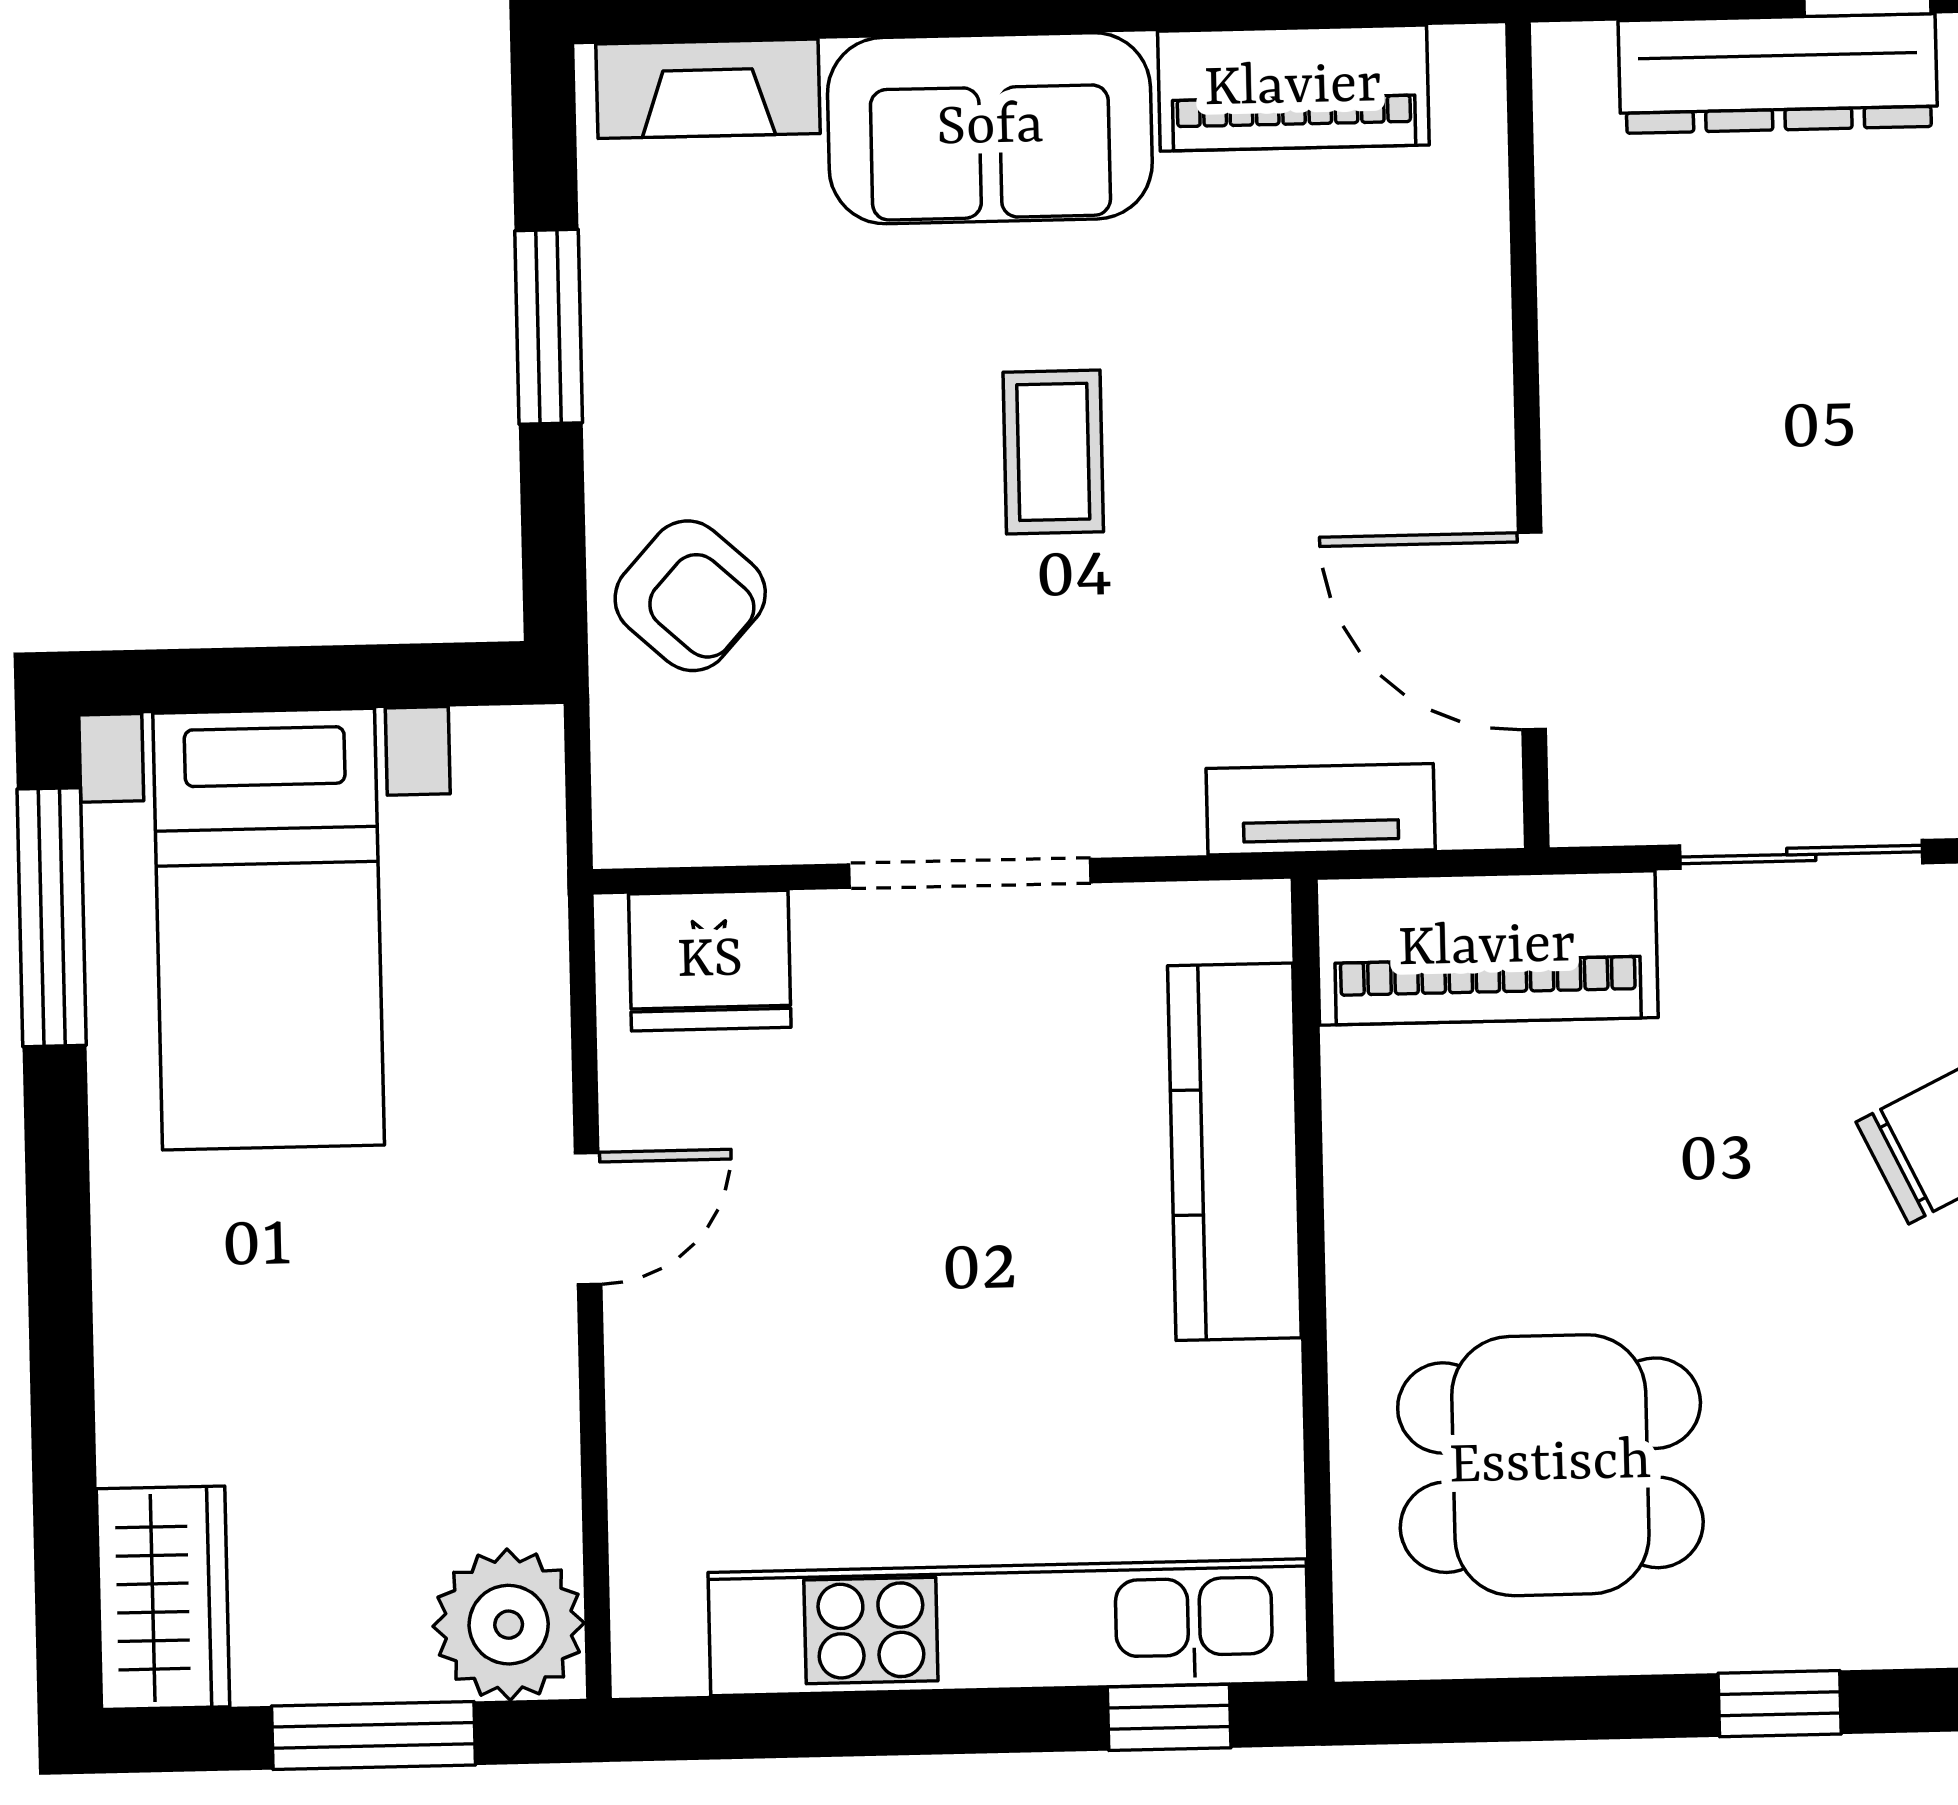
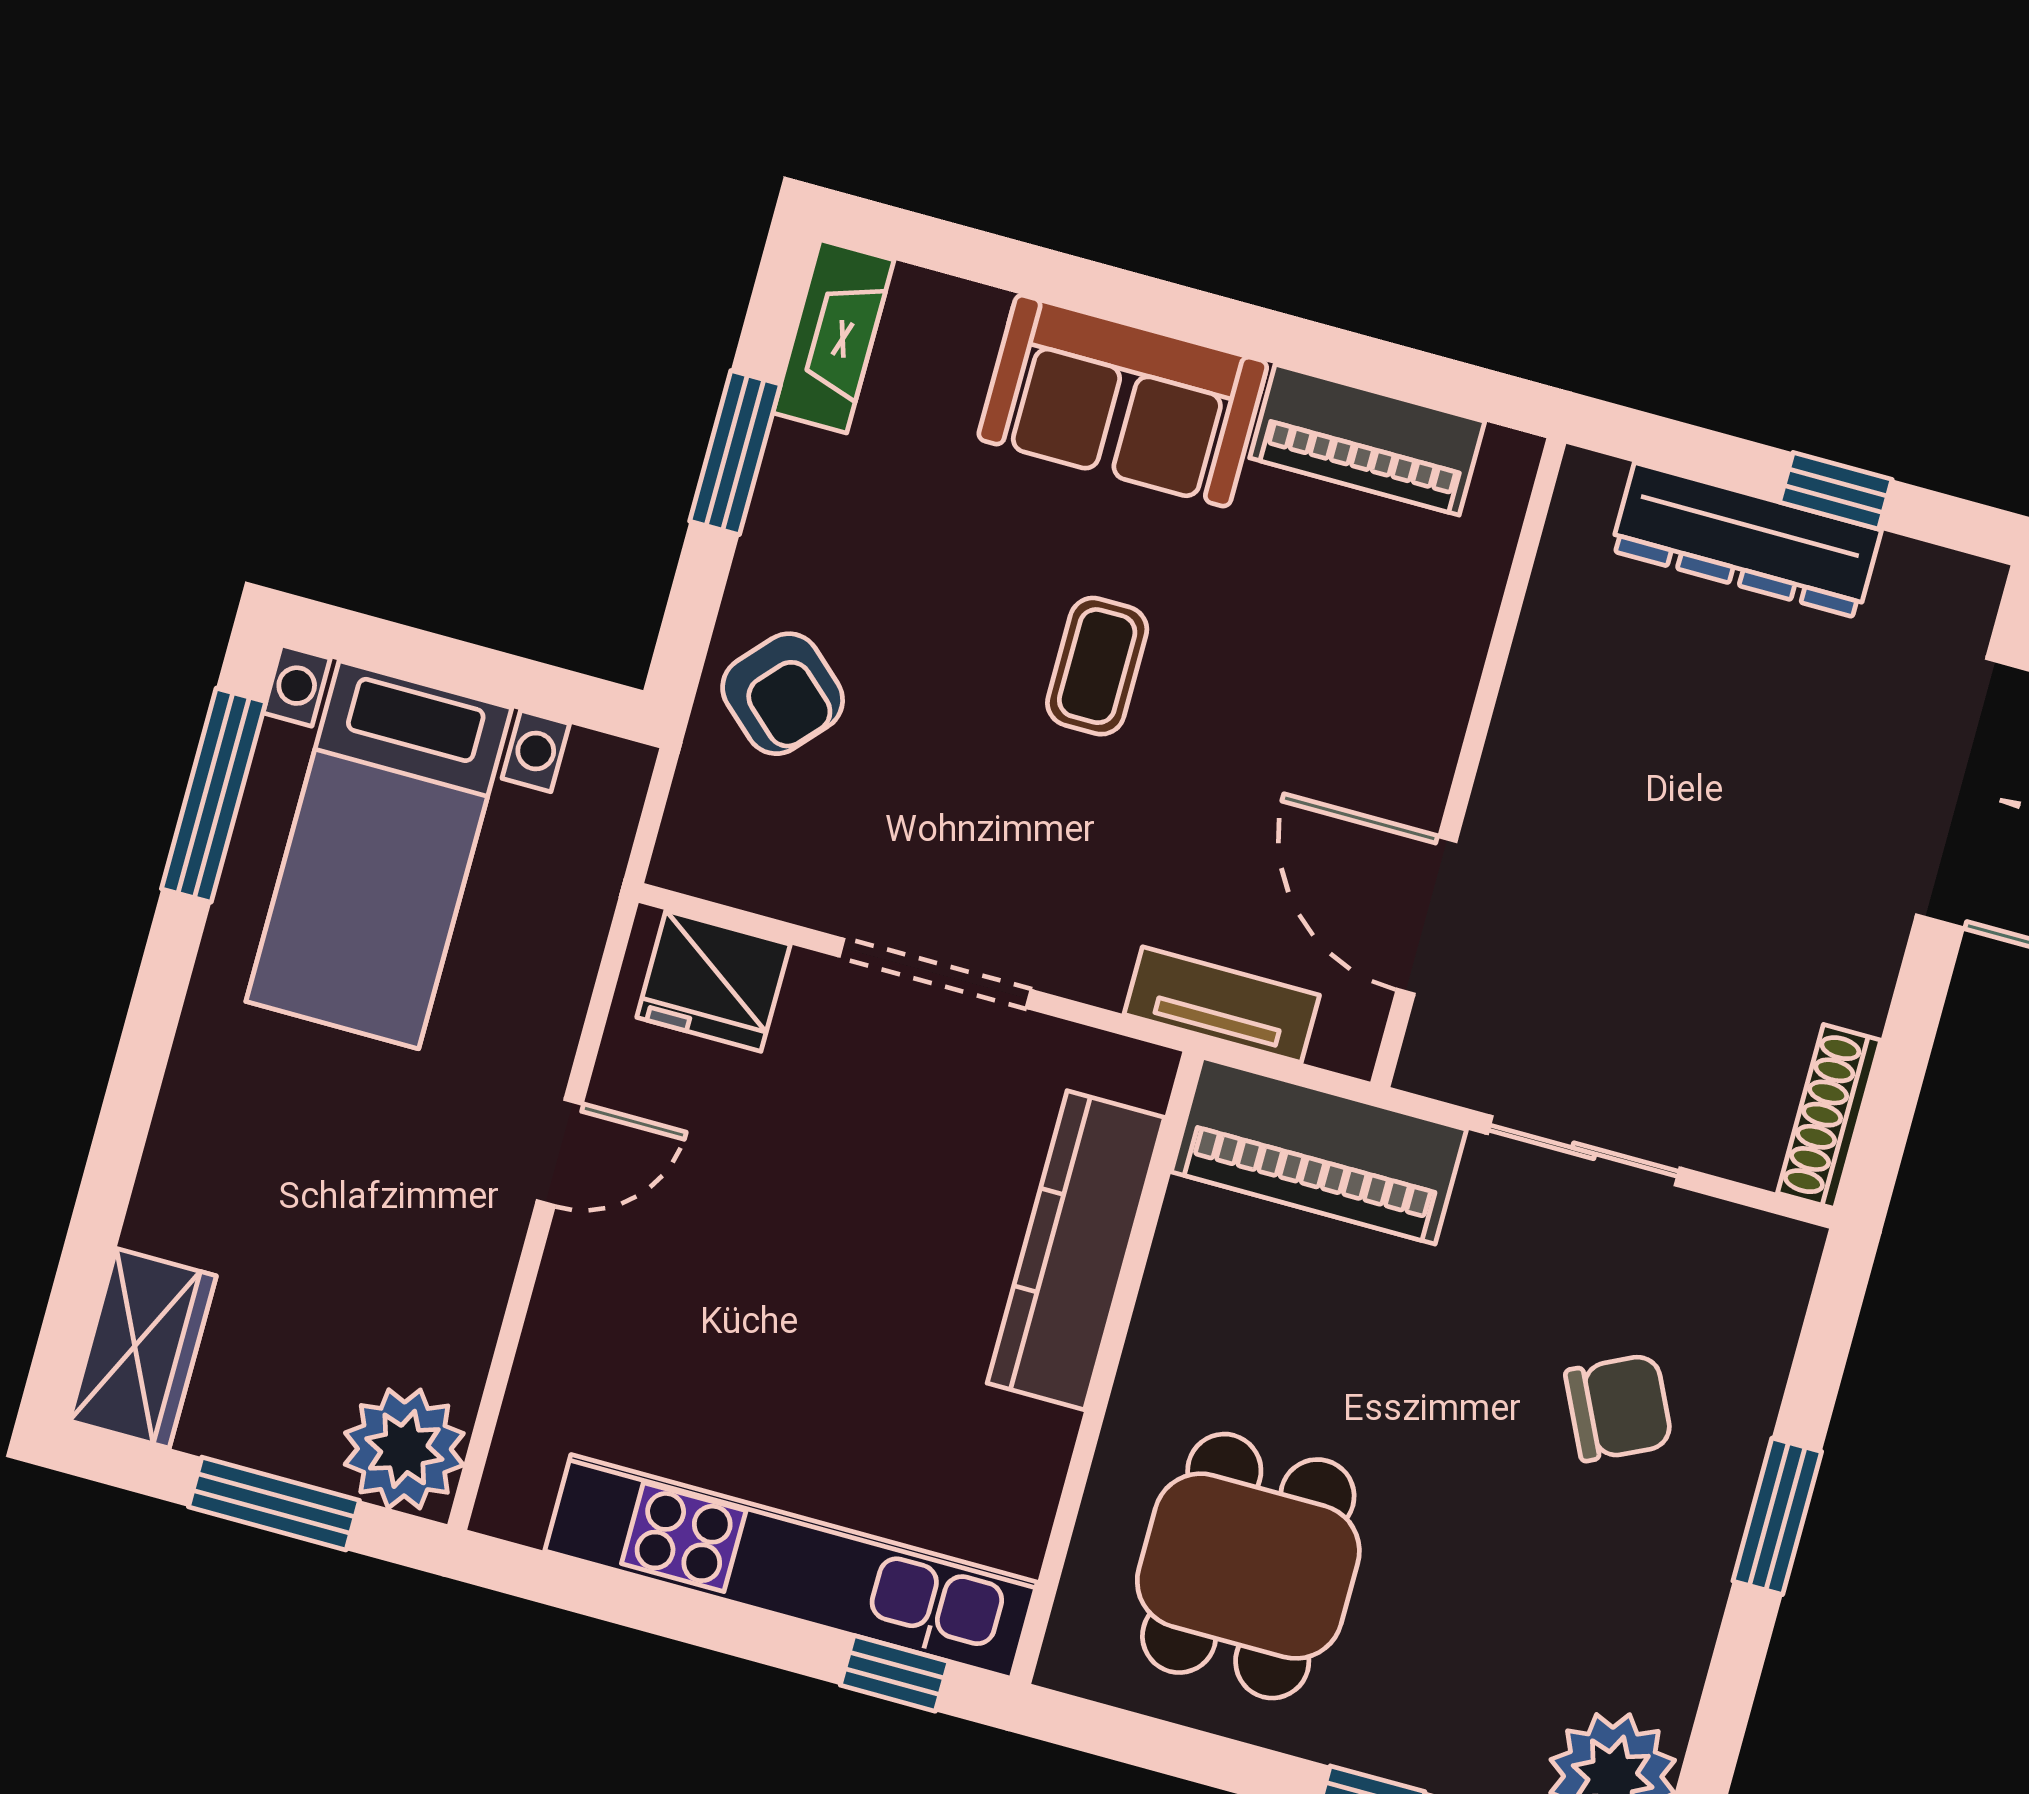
fireplace: (708, 89) -> (833, 336), moved, turned -90
dining table: (1550, 1465) -> (1248, 1566), turned 90

